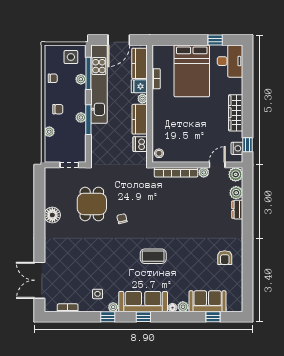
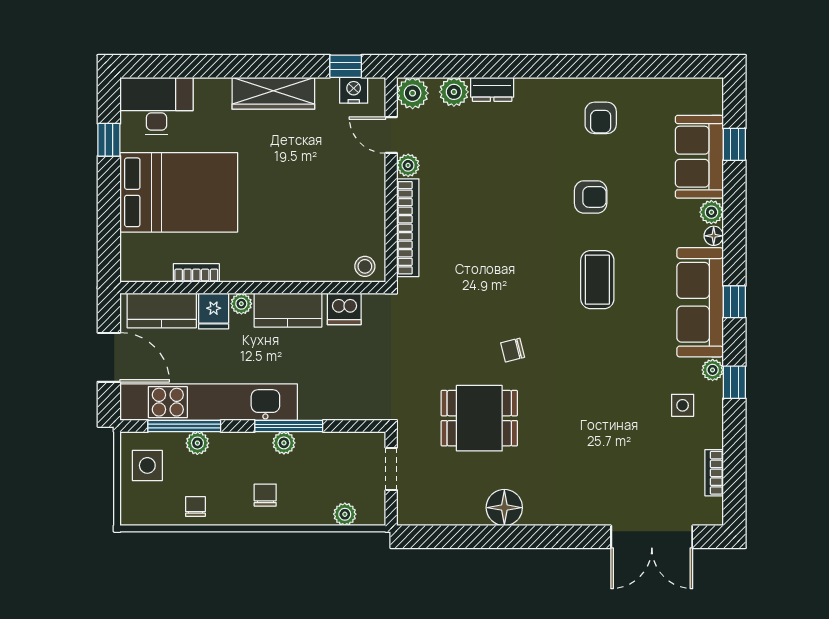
plant: (49, 132) -> (345, 514), moved
armchair: (190, 253) -> (591, 197), added
armchair: (225, 258) -> (601, 118), turned 90

